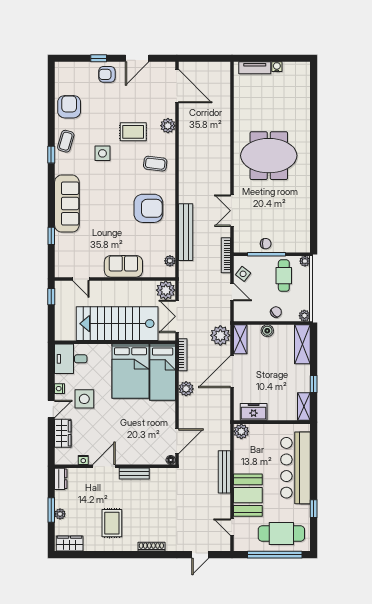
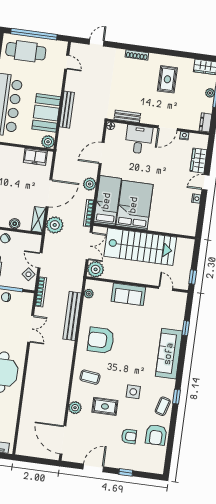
armchair: (107, 74) -> (129, 436), moved
desk: (71, 359) -> (139, 139), moved, turned -90
side table: (84, 399) -> (177, 187), removed
door: (177, 441) -> (102, 153), moved
bench: (134, 473) -> (127, 116), moved
booth: (248, 495) -> (46, 113), moved

